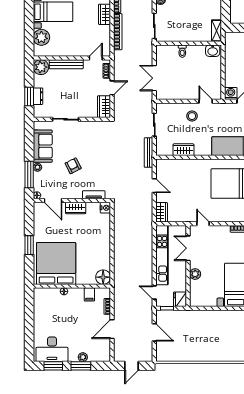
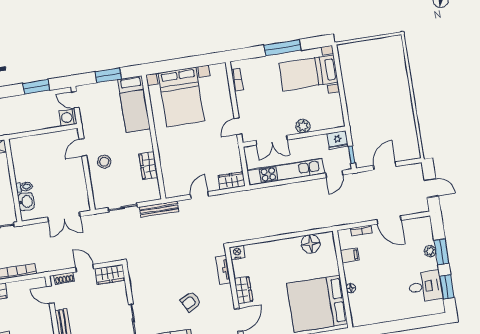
washbasin: (213, 51) -> (26, 202), moved
floor lamp: (103, 277) -> (311, 244), moved
desk: (52, 349) -> (425, 286), width x0.73

